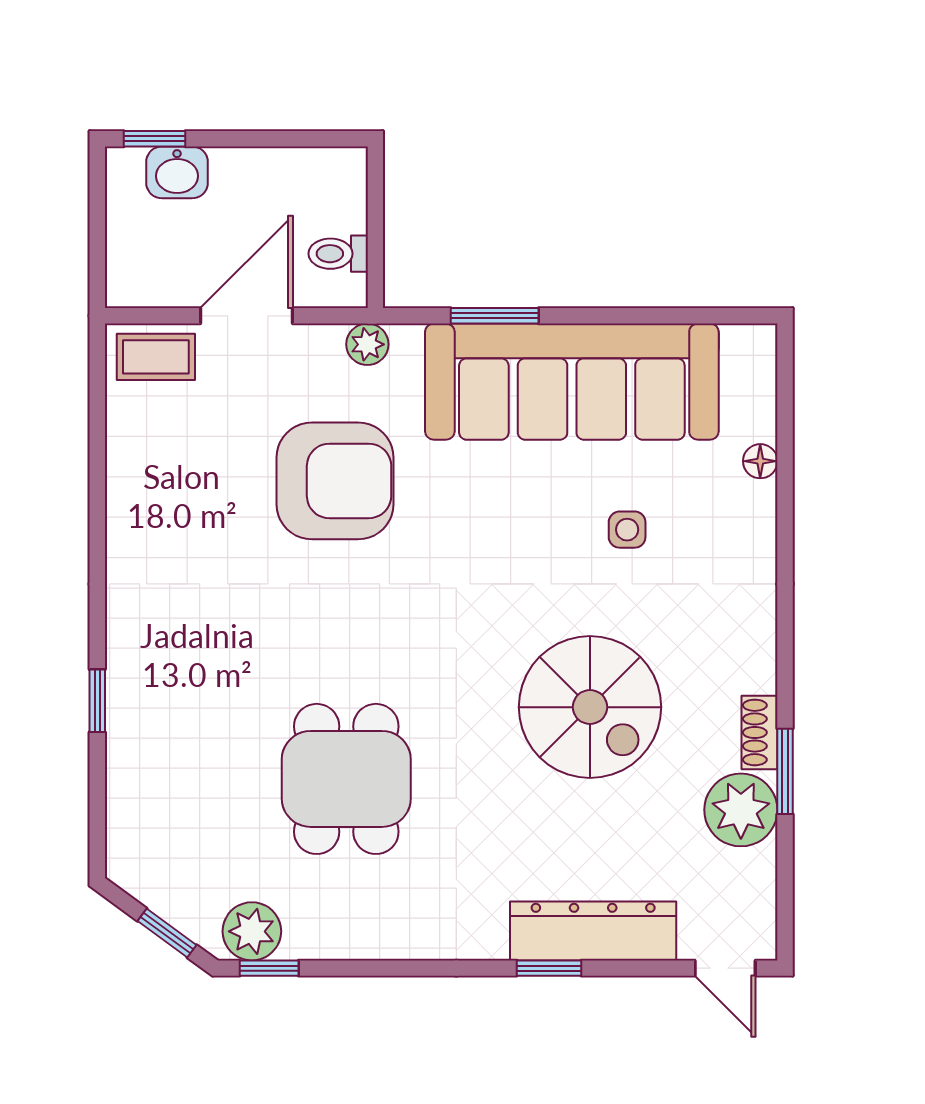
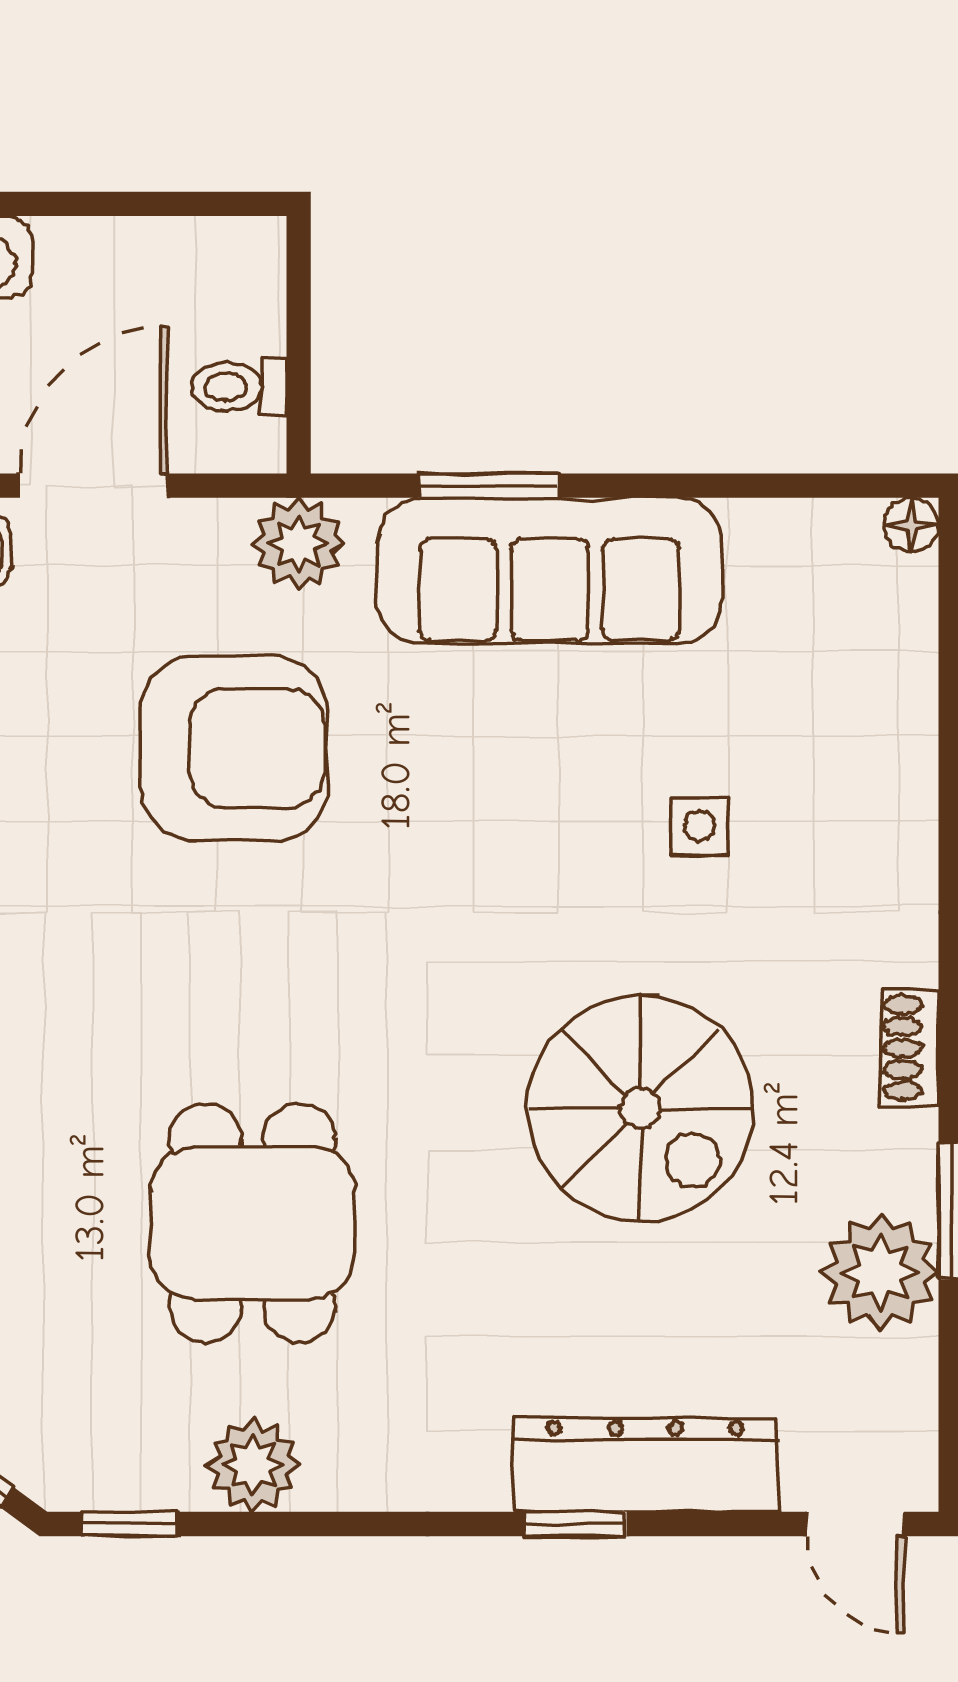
plant: (367, 344) -> (298, 543), width x1.38, depth x1.38
sofa: (572, 382) -> (550, 571), width x0.74, depth x0.79
floor lamp: (760, 461) -> (911, 525), moved
shoe rack: (759, 732) -> (910, 1048), moved
plant: (252, 931) -> (253, 1465), moved

